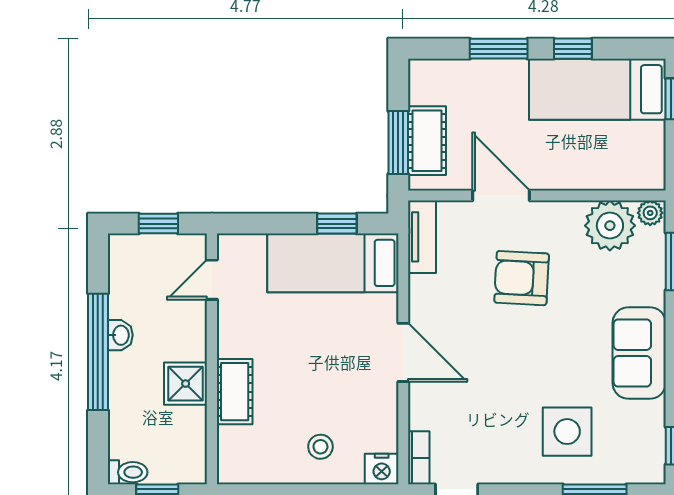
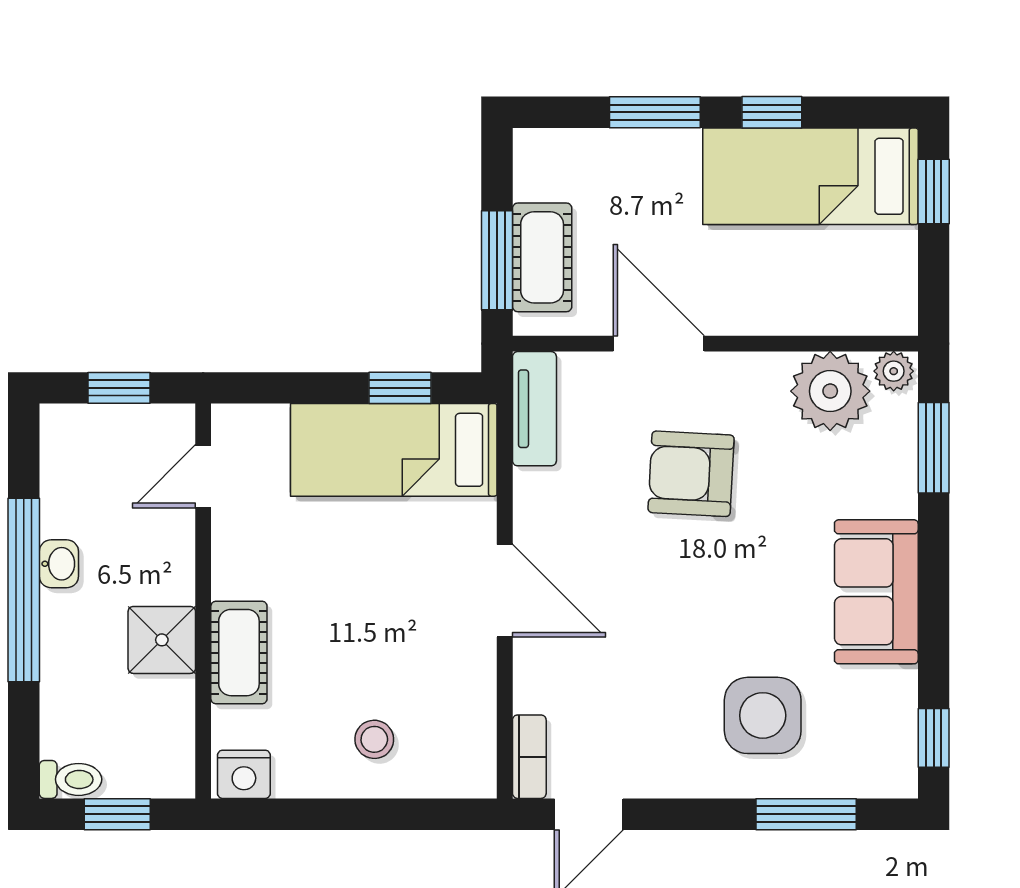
nightstand: (382, 469) -> (244, 774), moved

